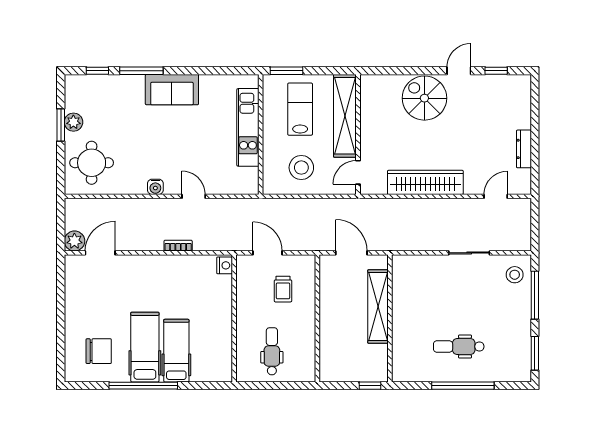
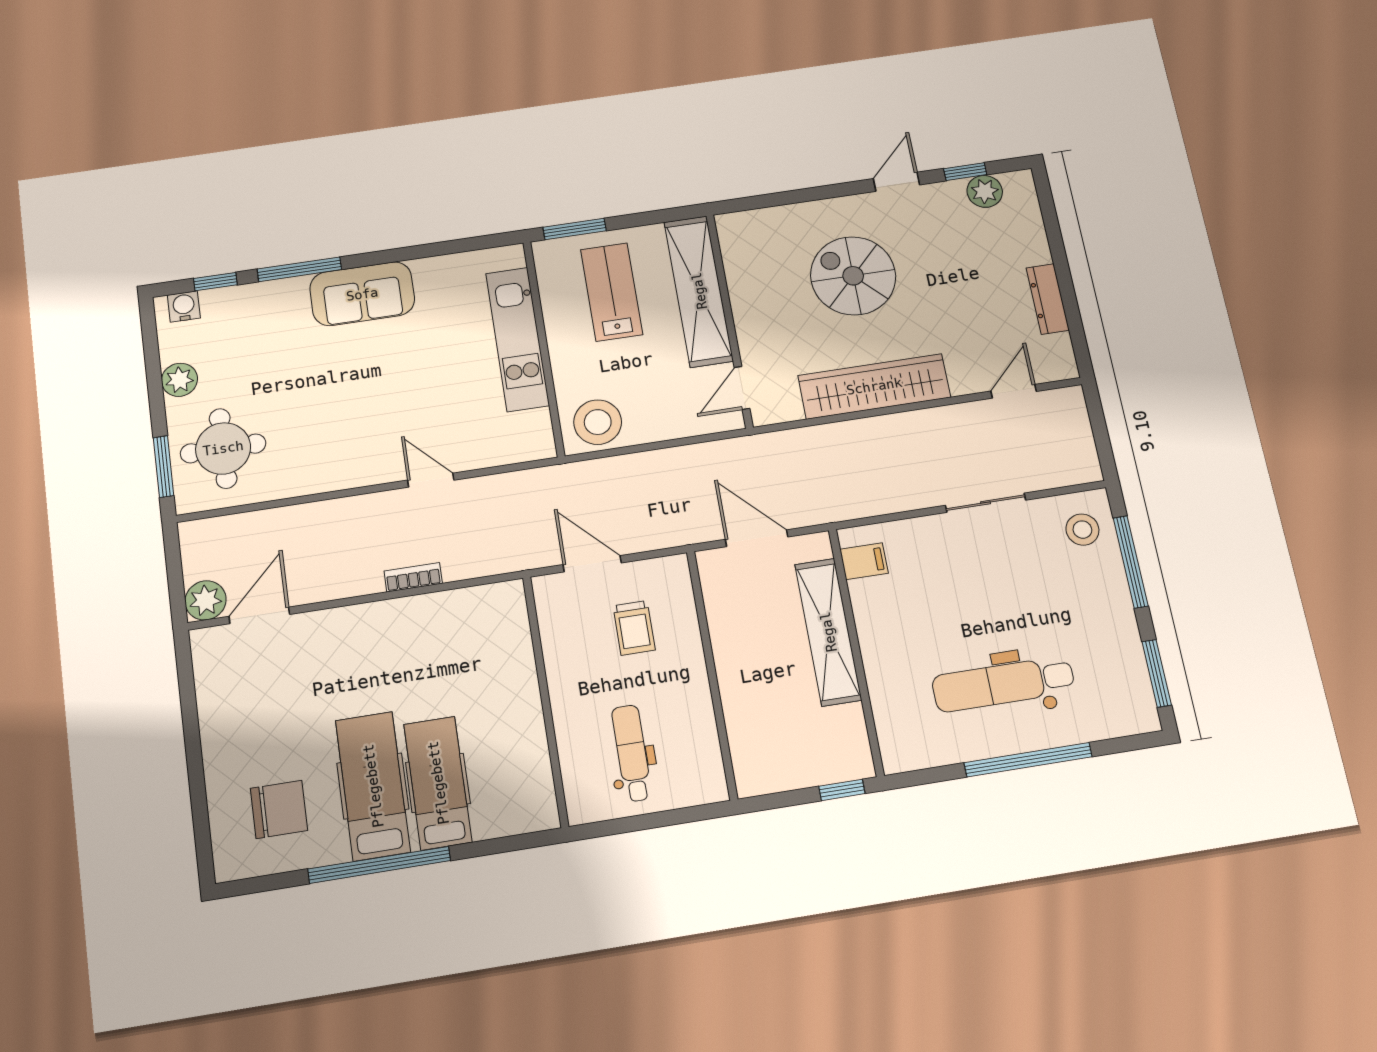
plant: (504, 84) -> (985, 191), added
spiral stairs: (424, 98) -> (853, 276), moved
window: (61, 125) -> (163, 467), moved
stool: (301, 168) -> (598, 422), moved
water cooler: (155, 187) -> (184, 307), moved, turned 180
nightstand: (225, 265) -> (511, 601), removed
filing cabinet: (402, 273) -> (864, 561), added
dental chair: (459, 346) -> (1003, 684), width x1.36, depth x1.38

